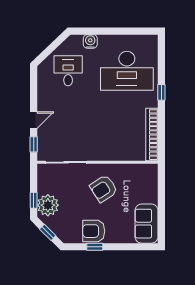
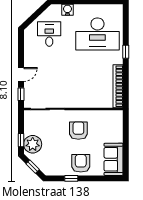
armchair: (104, 189) -> (78, 131), turned 123
armchair: (94, 231) -> (81, 163), moved, turned 90

